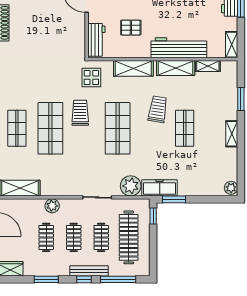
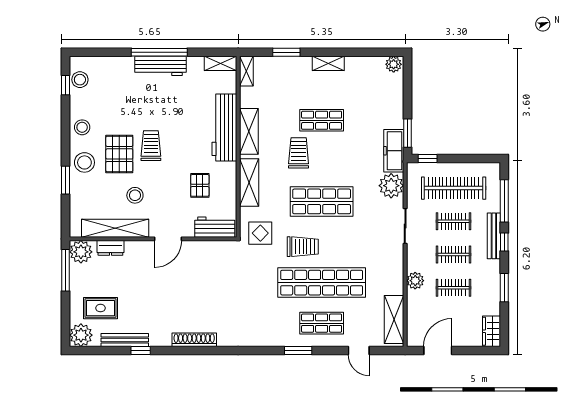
shelving: (208, 66) -> (246, 71), moved
trolley: (158, 109) -> (299, 153), turned 81
trolley: (80, 113) -> (303, 247), turned 180
shop shelf: (50, 128) -> (322, 283), width x1.40

